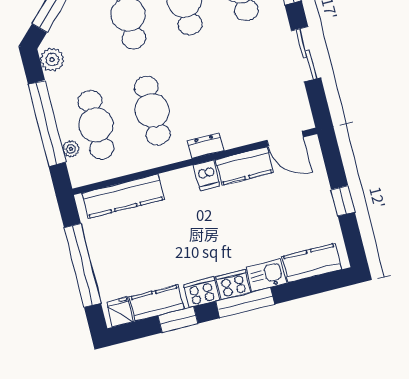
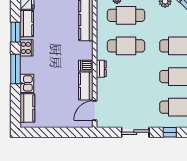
window: (343, 201) -> (55, 132), removed
cooker: (233, 285) -> (26, 65), removed

